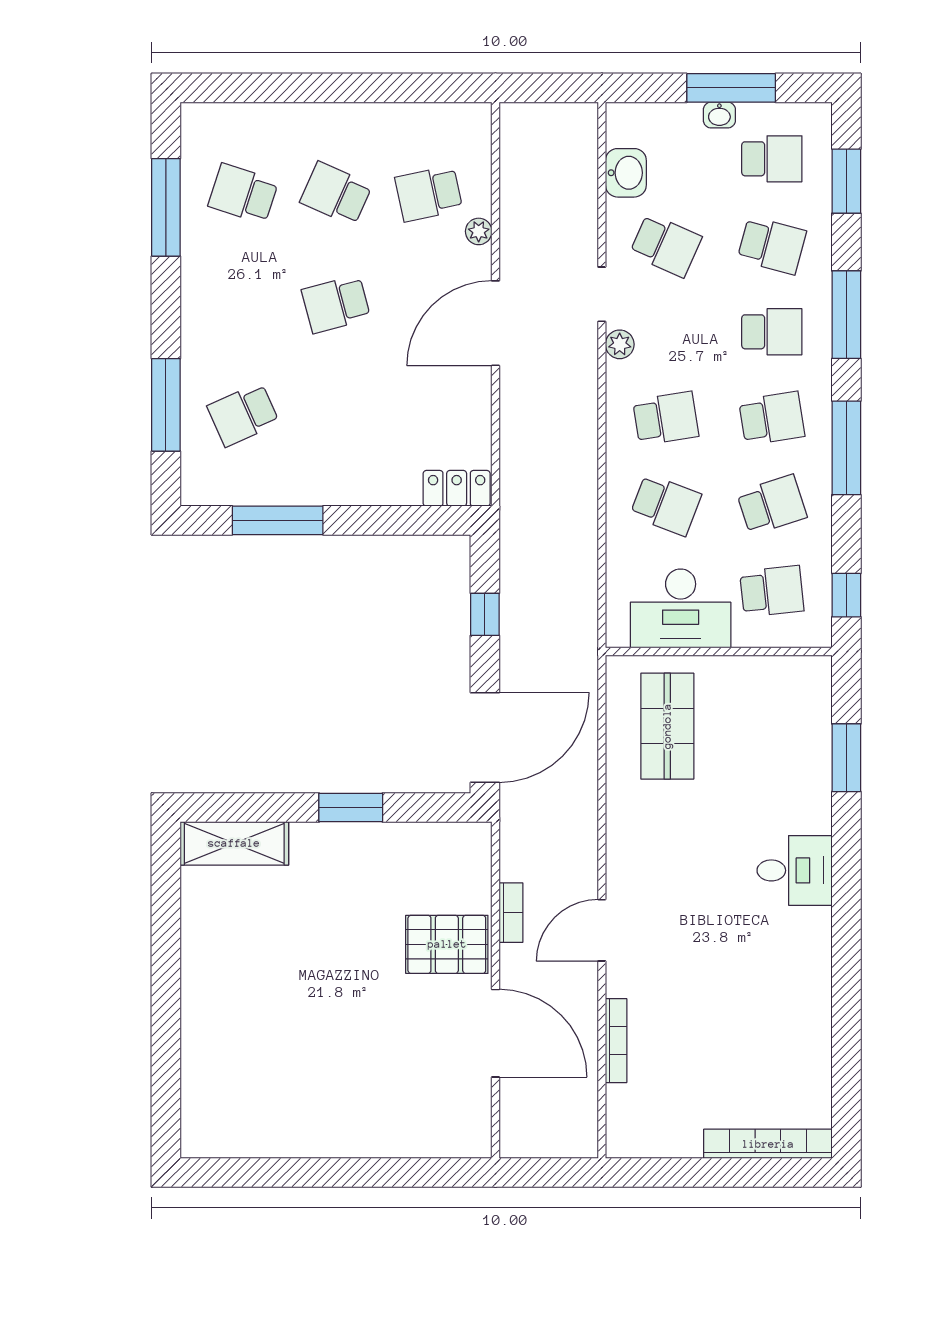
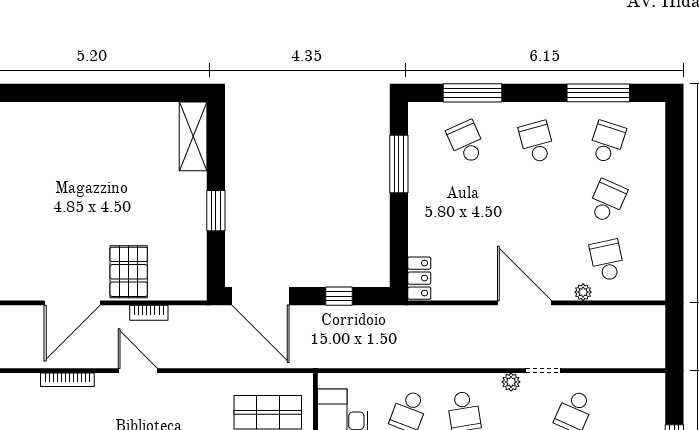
washbasin: (626, 173) -> (620, 386), removed
school desk: (336, 304) -> (537, 142), moved

